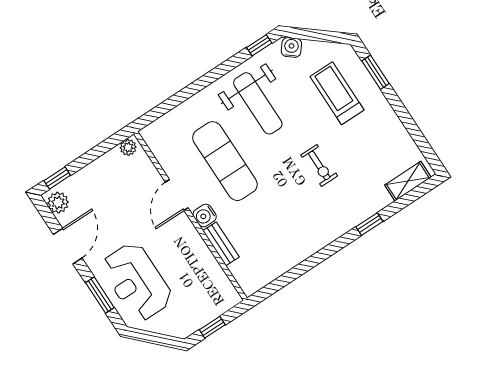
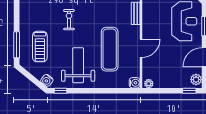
window: (375, 72) -> (17, 45), width x1.44
water cooler: (205, 216) -> (135, 83), moved

